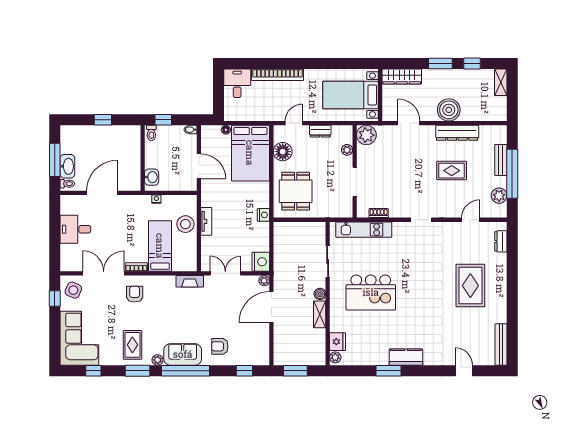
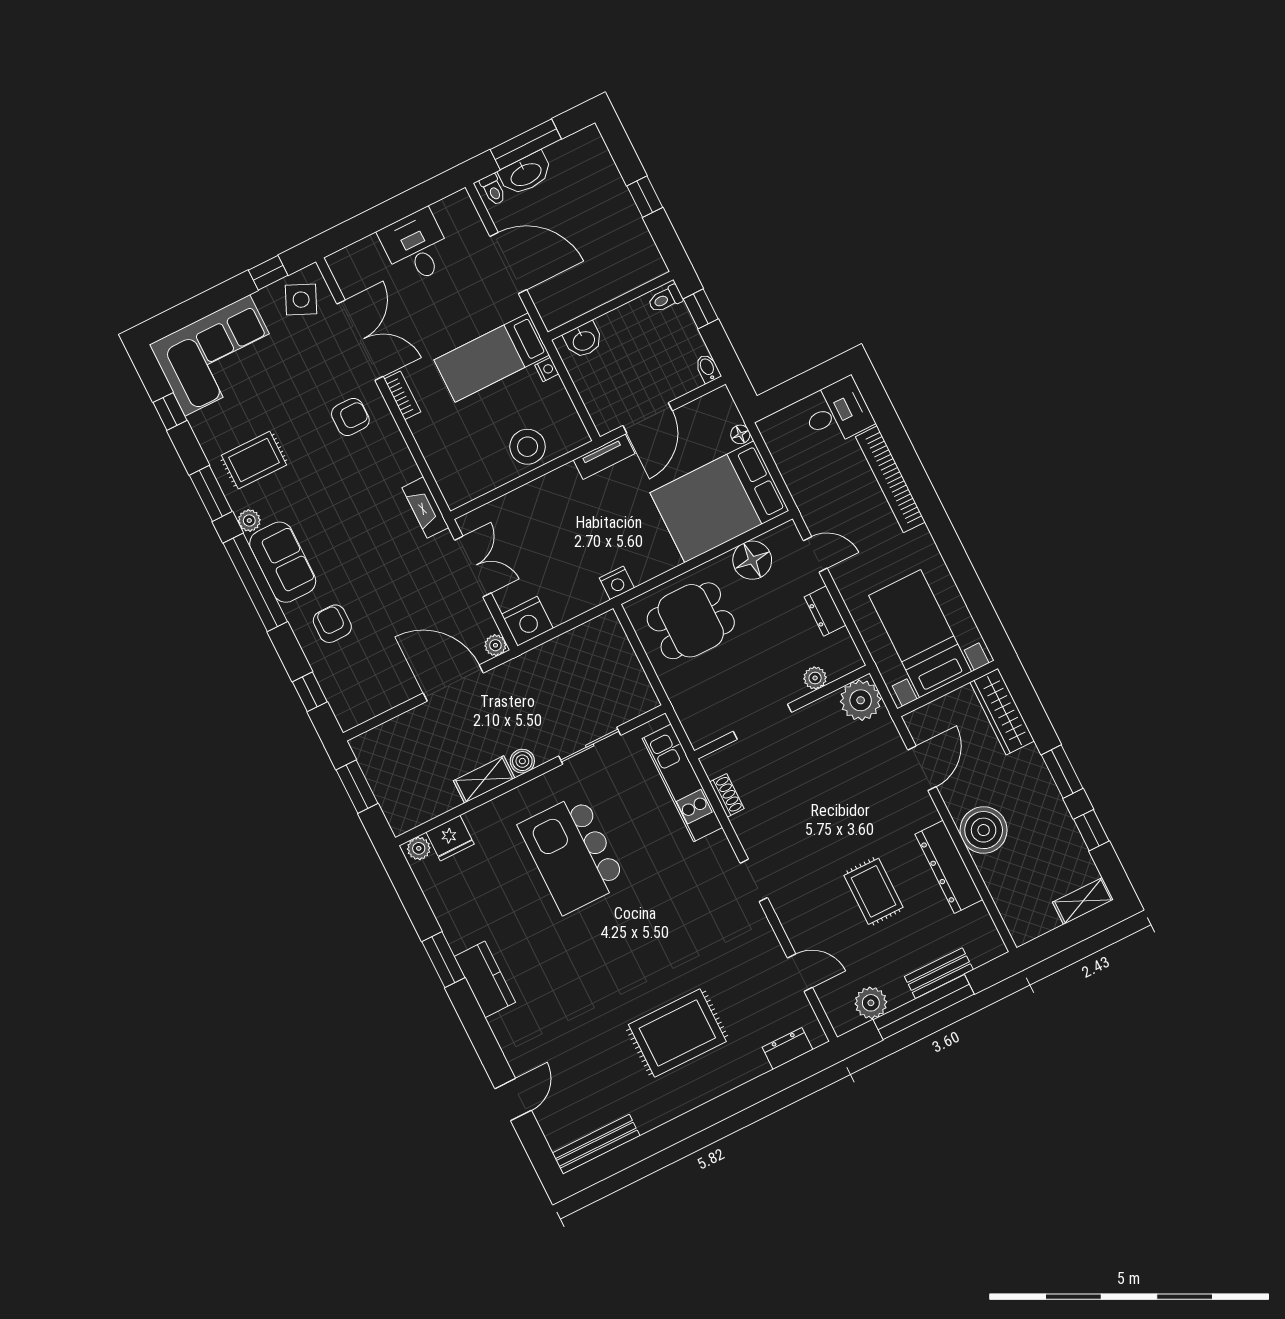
tv unit: (206, 221) -> (604, 457), moved
bed: (160, 246) -> (492, 357), moved, turned 180

